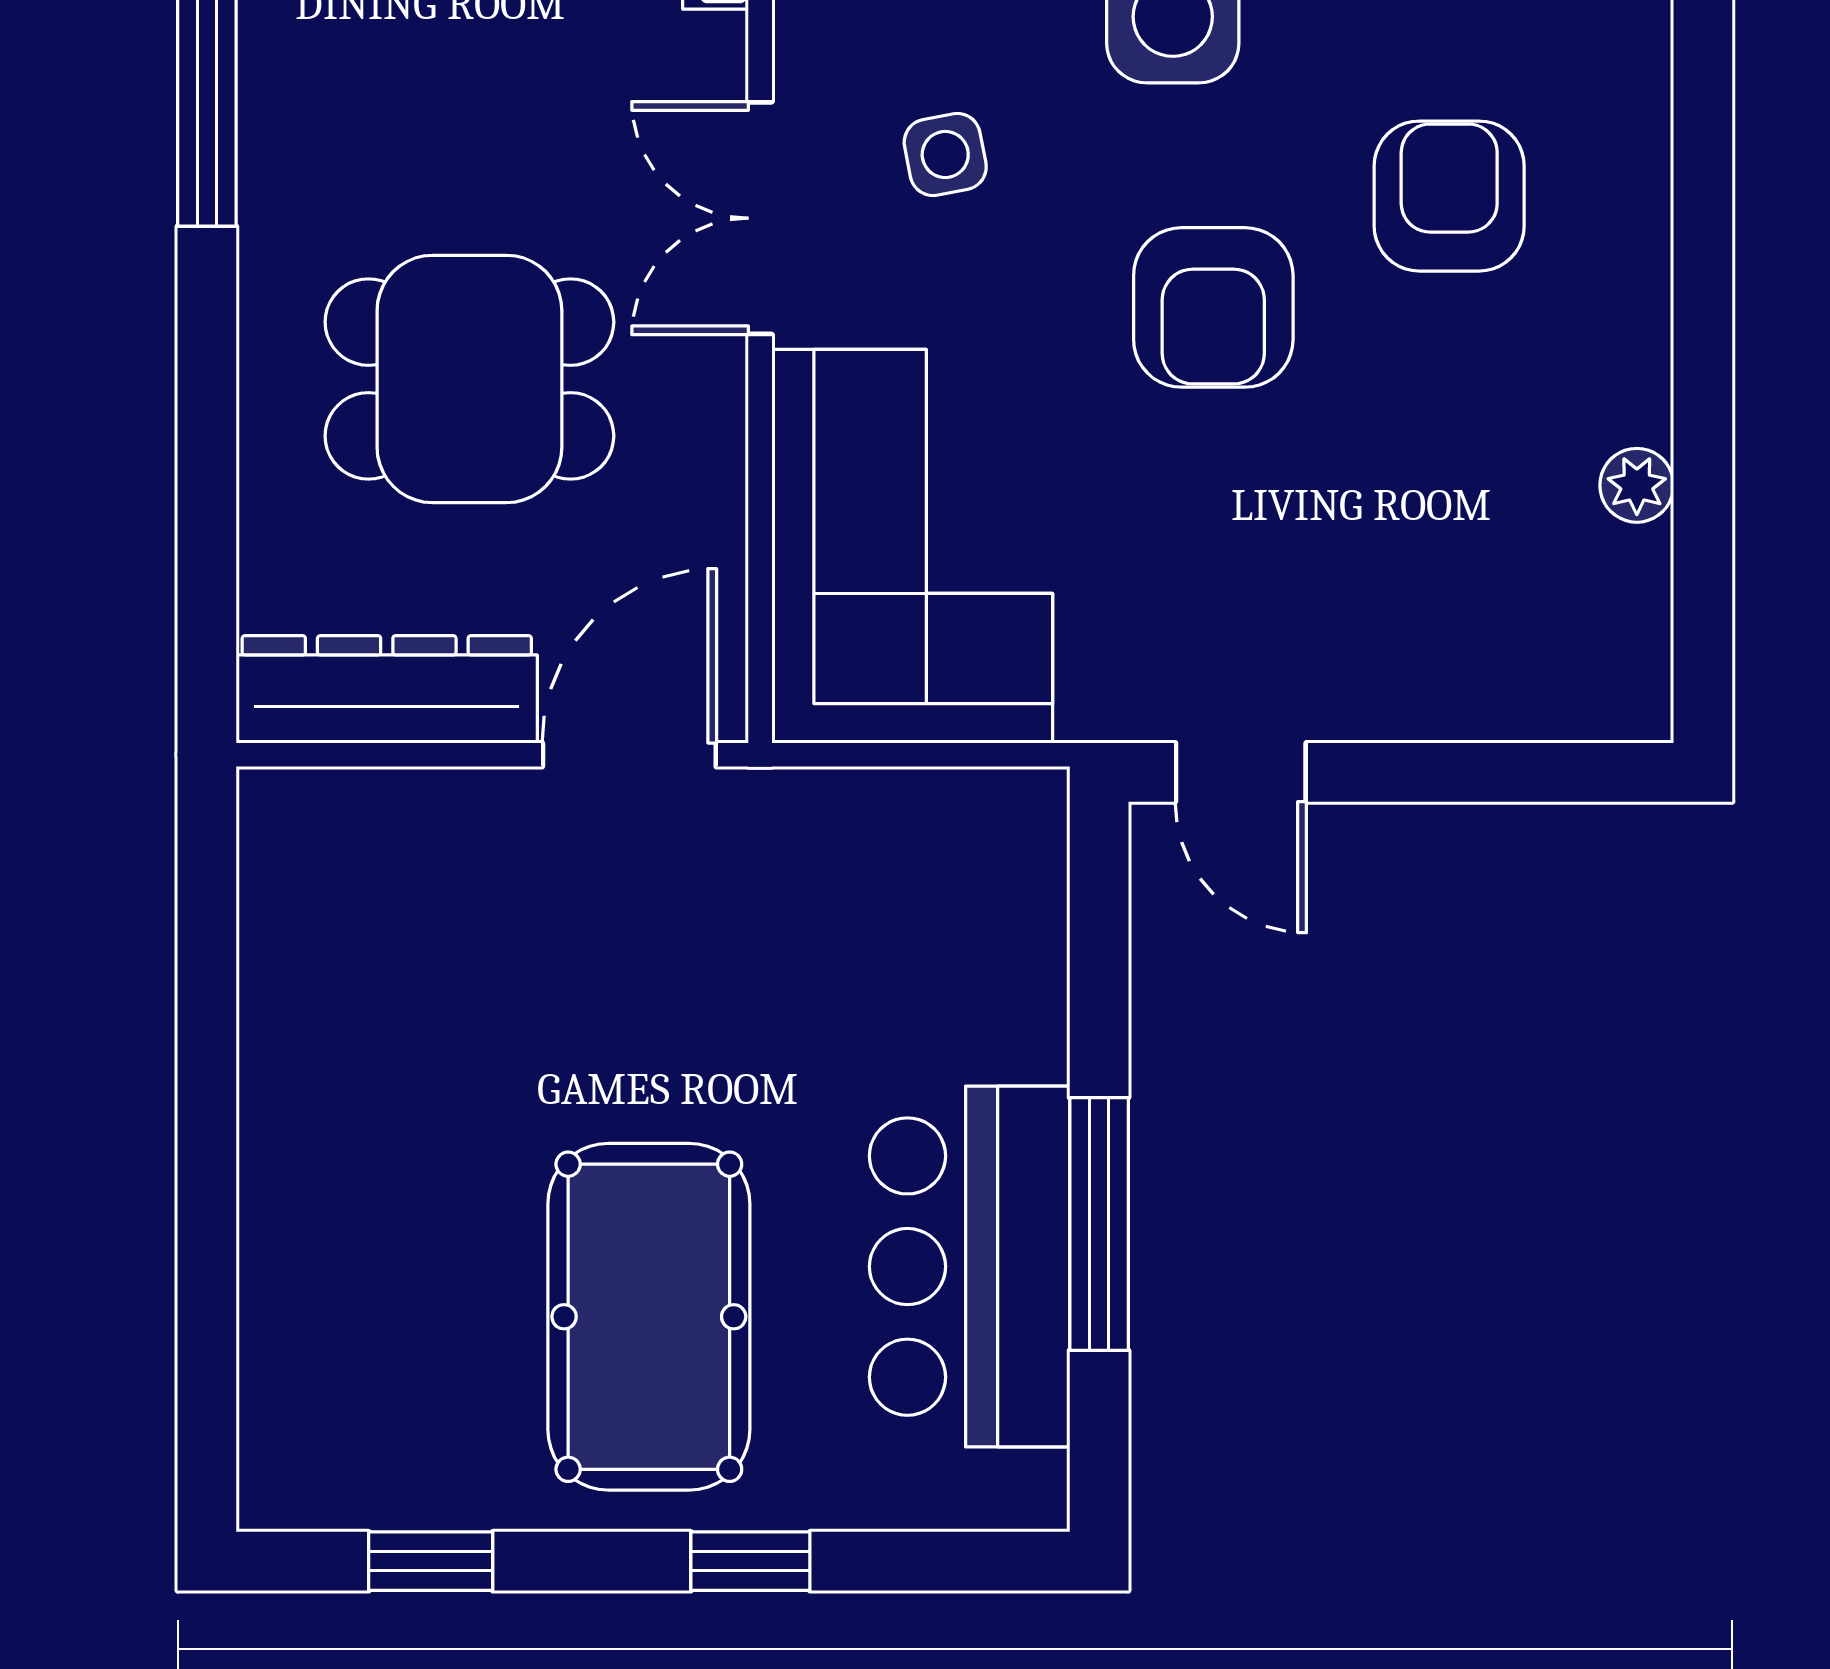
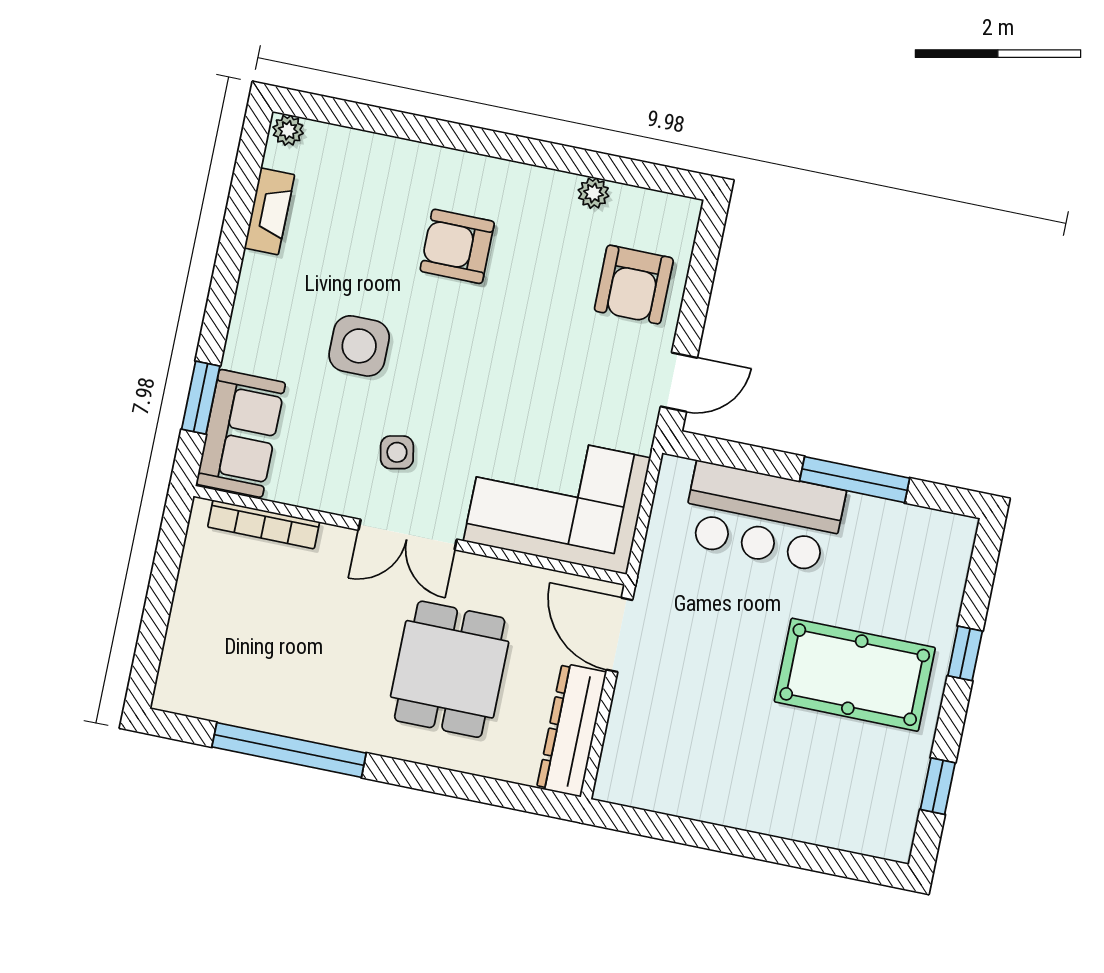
armchair: (1213, 307) -> (634, 285), moved, turned 90
bar counter: (970, 1267) -> (763, 517), moved

